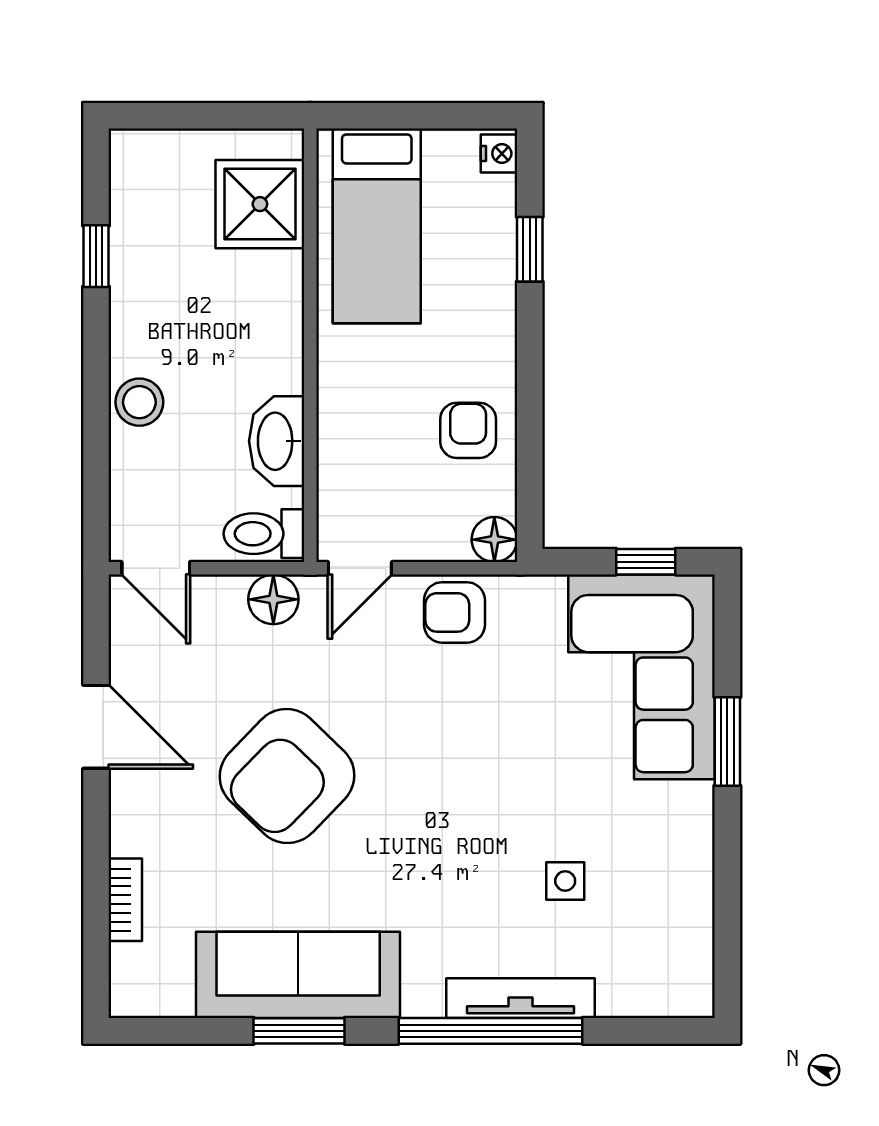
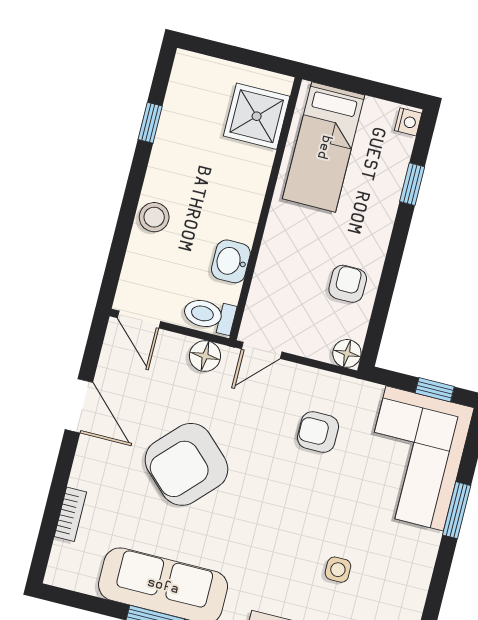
washbasin: (277, 441) -> (231, 261), width x0.72
armchair: (454, 612) -> (318, 432), moved

